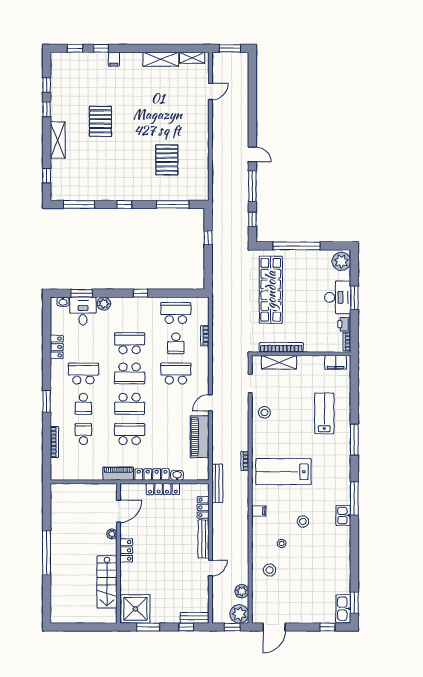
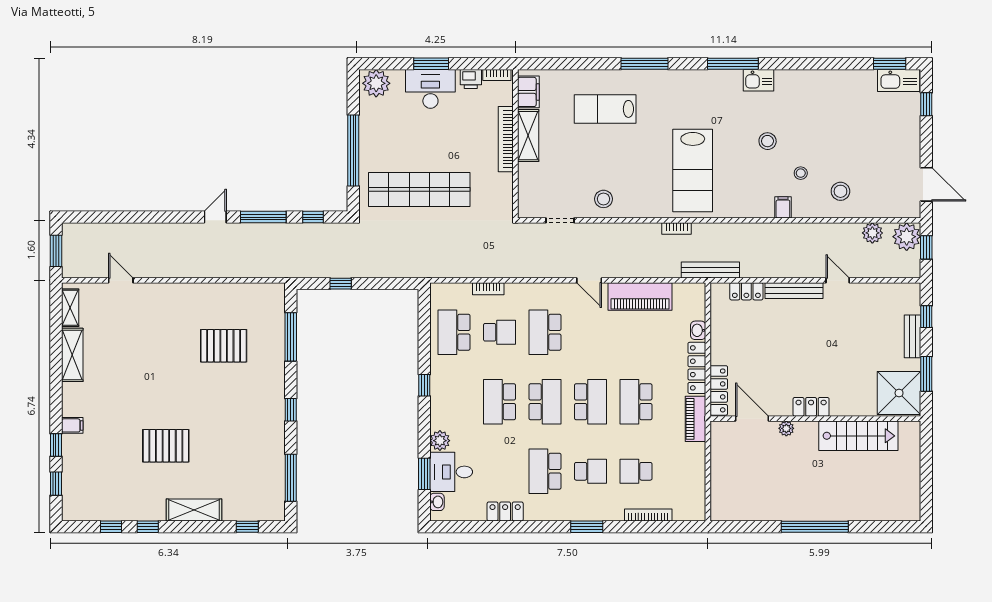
bookcase: (281, 347) -> (506, 139), moved
shelving: (279, 362) -> (528, 136), moved
locker: (163, 489) -> (719, 390), moved
filing cabinet: (259, 511) -> (783, 207), moved
bench: (195, 618) -> (912, 336), moved

